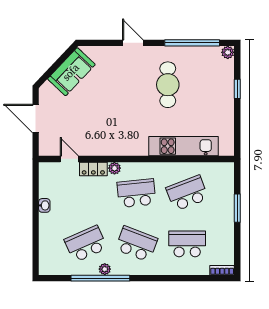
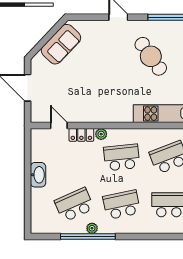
cafe table: (168, 85) -> (151, 56), turned -35
washbasin: (44, 205) -> (38, 175), width x1.91, depth x1.45
school desk: (136, 244) -> (122, 205), turned -33

